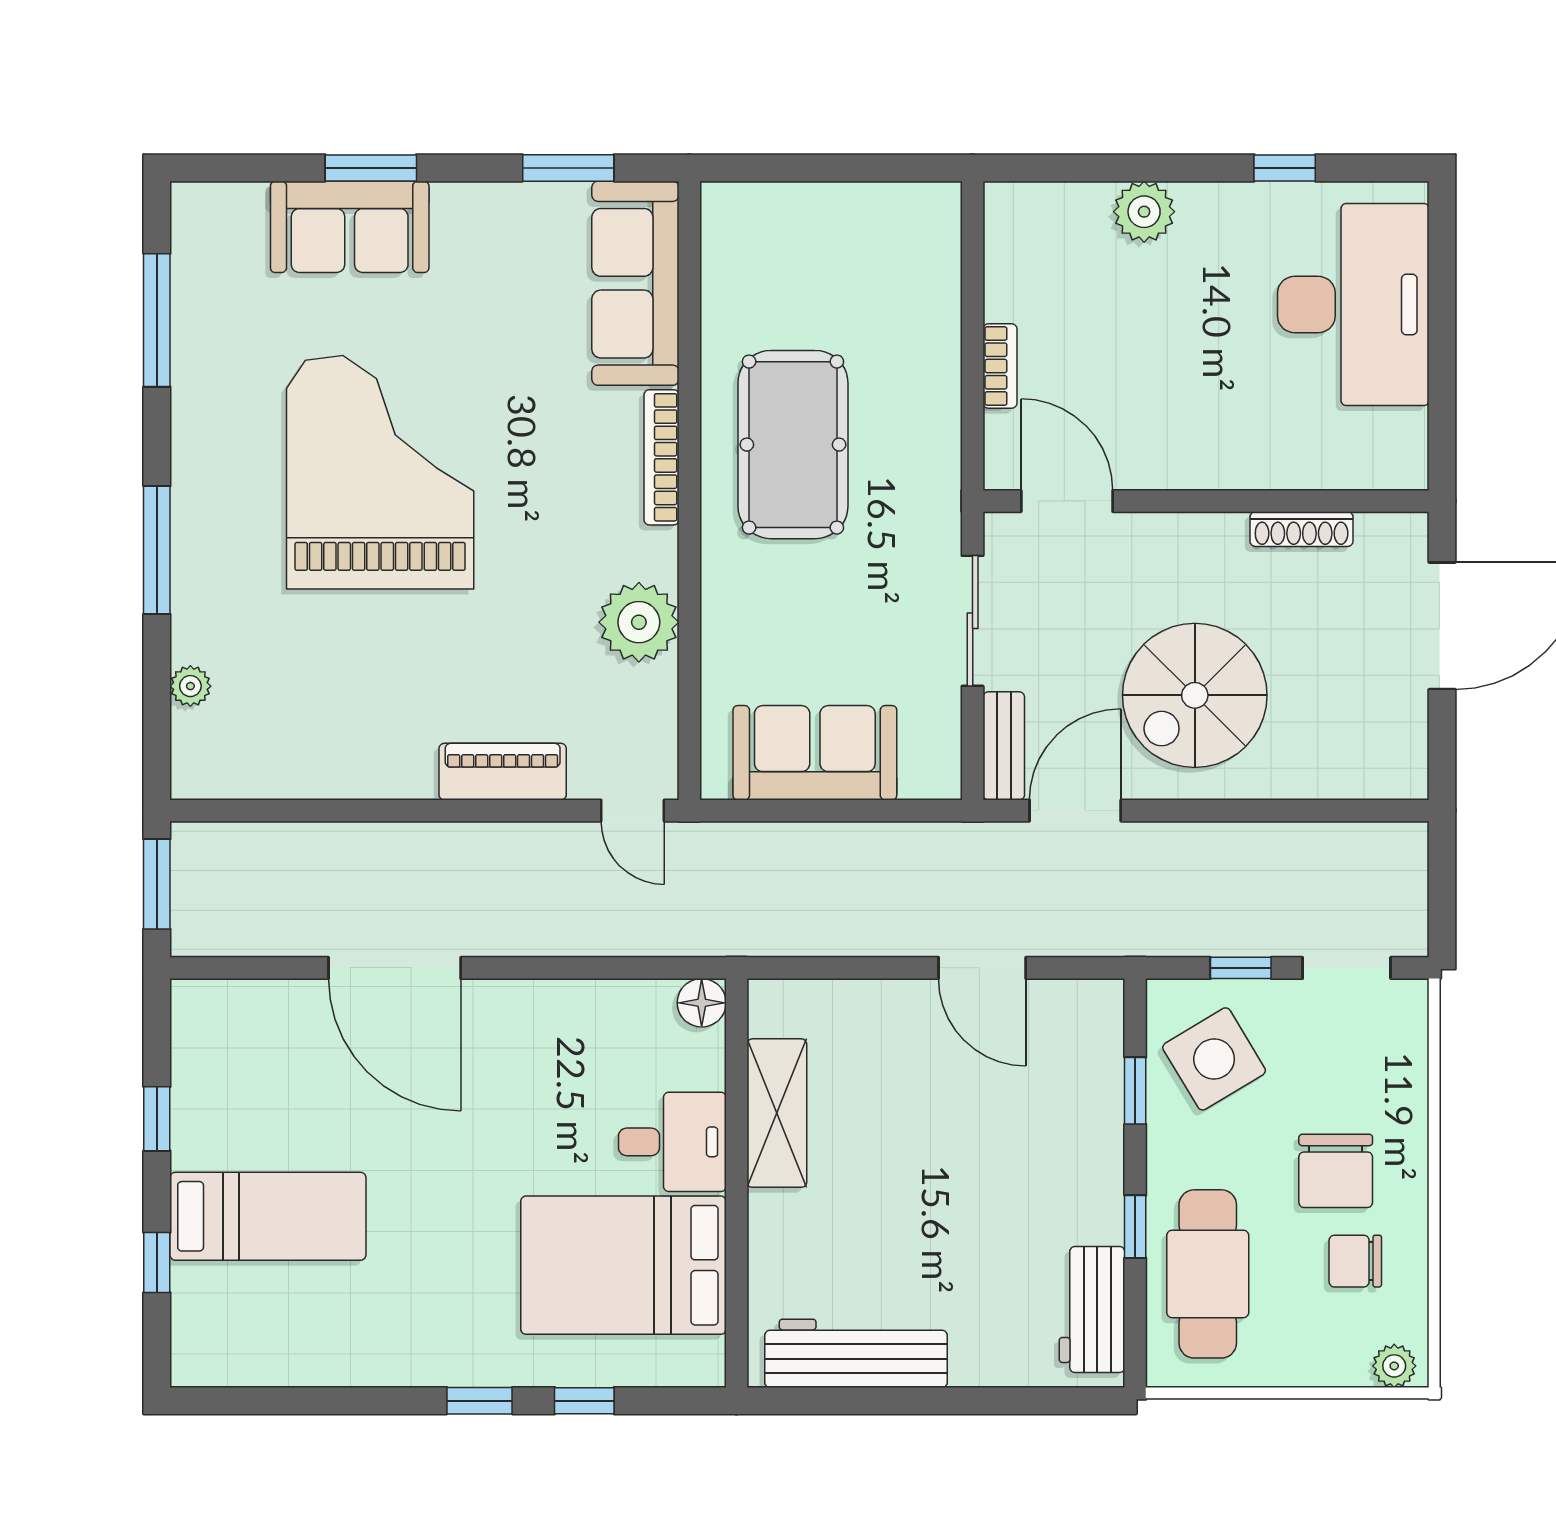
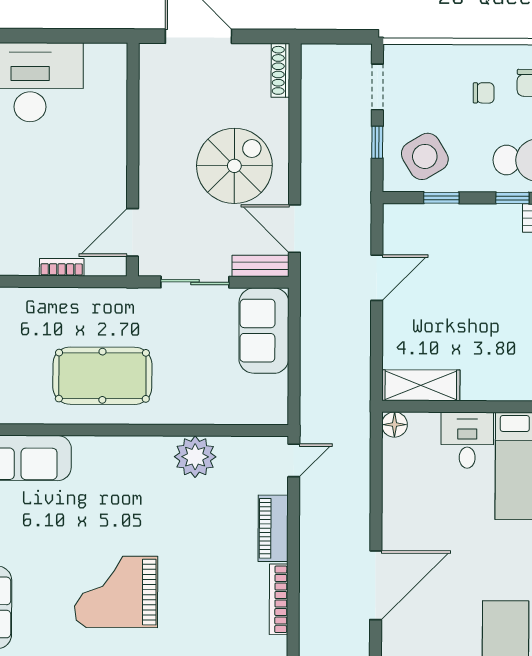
bookcase: (661, 457) -> (279, 599), moved, turned 90
grand piano: (380, 472) -> (116, 592), width x0.73, depth x0.68
shoe rack: (1302, 529) -> (280, 70), moved, turned 180
spiral stairs: (1195, 695) -> (234, 166), turned -90
sofa: (815, 753) -> (264, 331), moved
shelving: (777, 1113) -> (421, 385), moved
chair: (1336, 1171) -> (484, 93), width x0.54, depth x0.54

